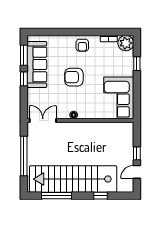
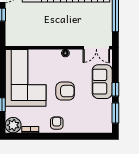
sofa: (37, 65) -> (102, 82), moved, width x0.73
corner sofa: (119, 98) -> (26, 78), width x1.36, depth x1.36

